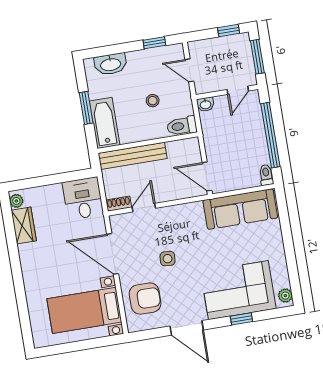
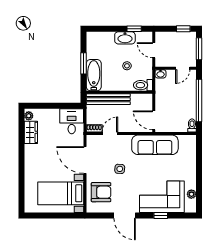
washbasin: (111, 64) -> (125, 38), moved
sofa: (240, 209) -> (155, 145), moved
plant: (285, 296) -> (191, 194), moved

